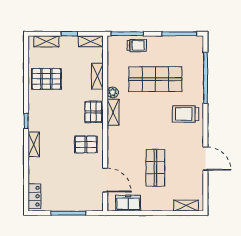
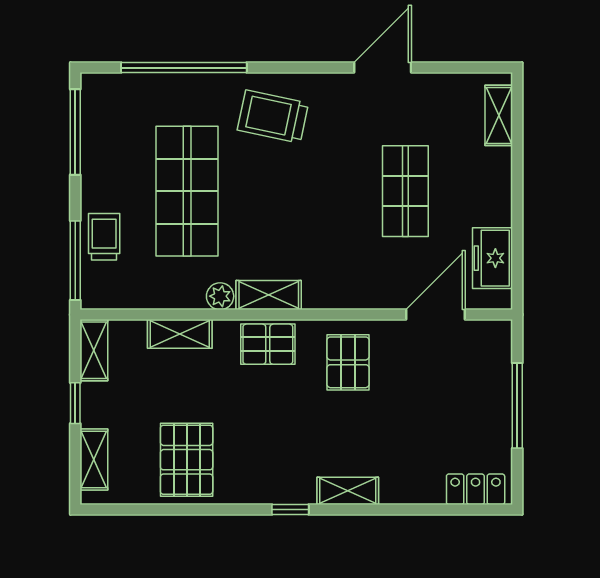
trolley: (186, 114) -> (273, 117), turned 102
shop shelf: (155, 168) -> (405, 191), turned 90

